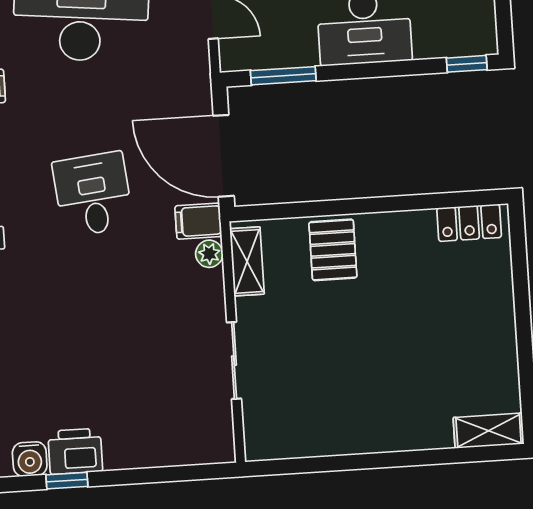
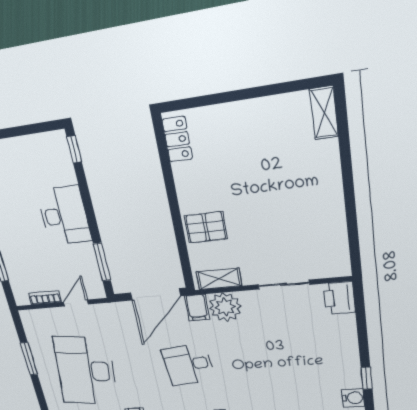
plant: (209, 254) -> (225, 307), width x1.88, depth x1.88
printer: (75, 451) -> (339, 298), moved

